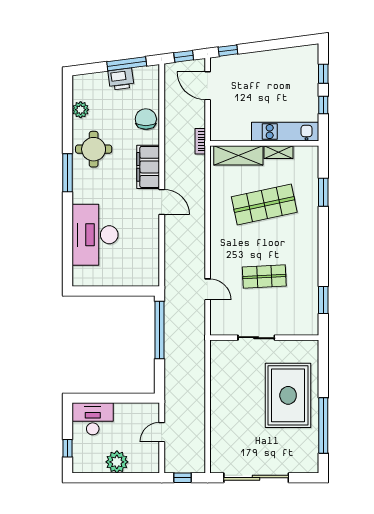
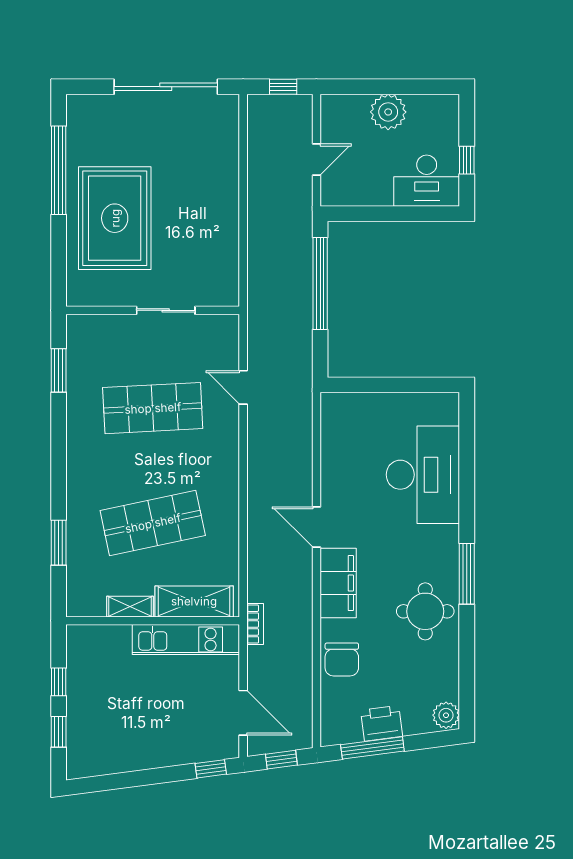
plant: (81, 110) -> (446, 715), moved
kitchen unit: (285, 132) -> (186, 639), moved
shop shelf: (264, 276) -> (153, 408), width x1.43, depth x1.36
window: (159, 330) -> (320, 284), moved
window: (68, 448) -> (467, 160), moved

